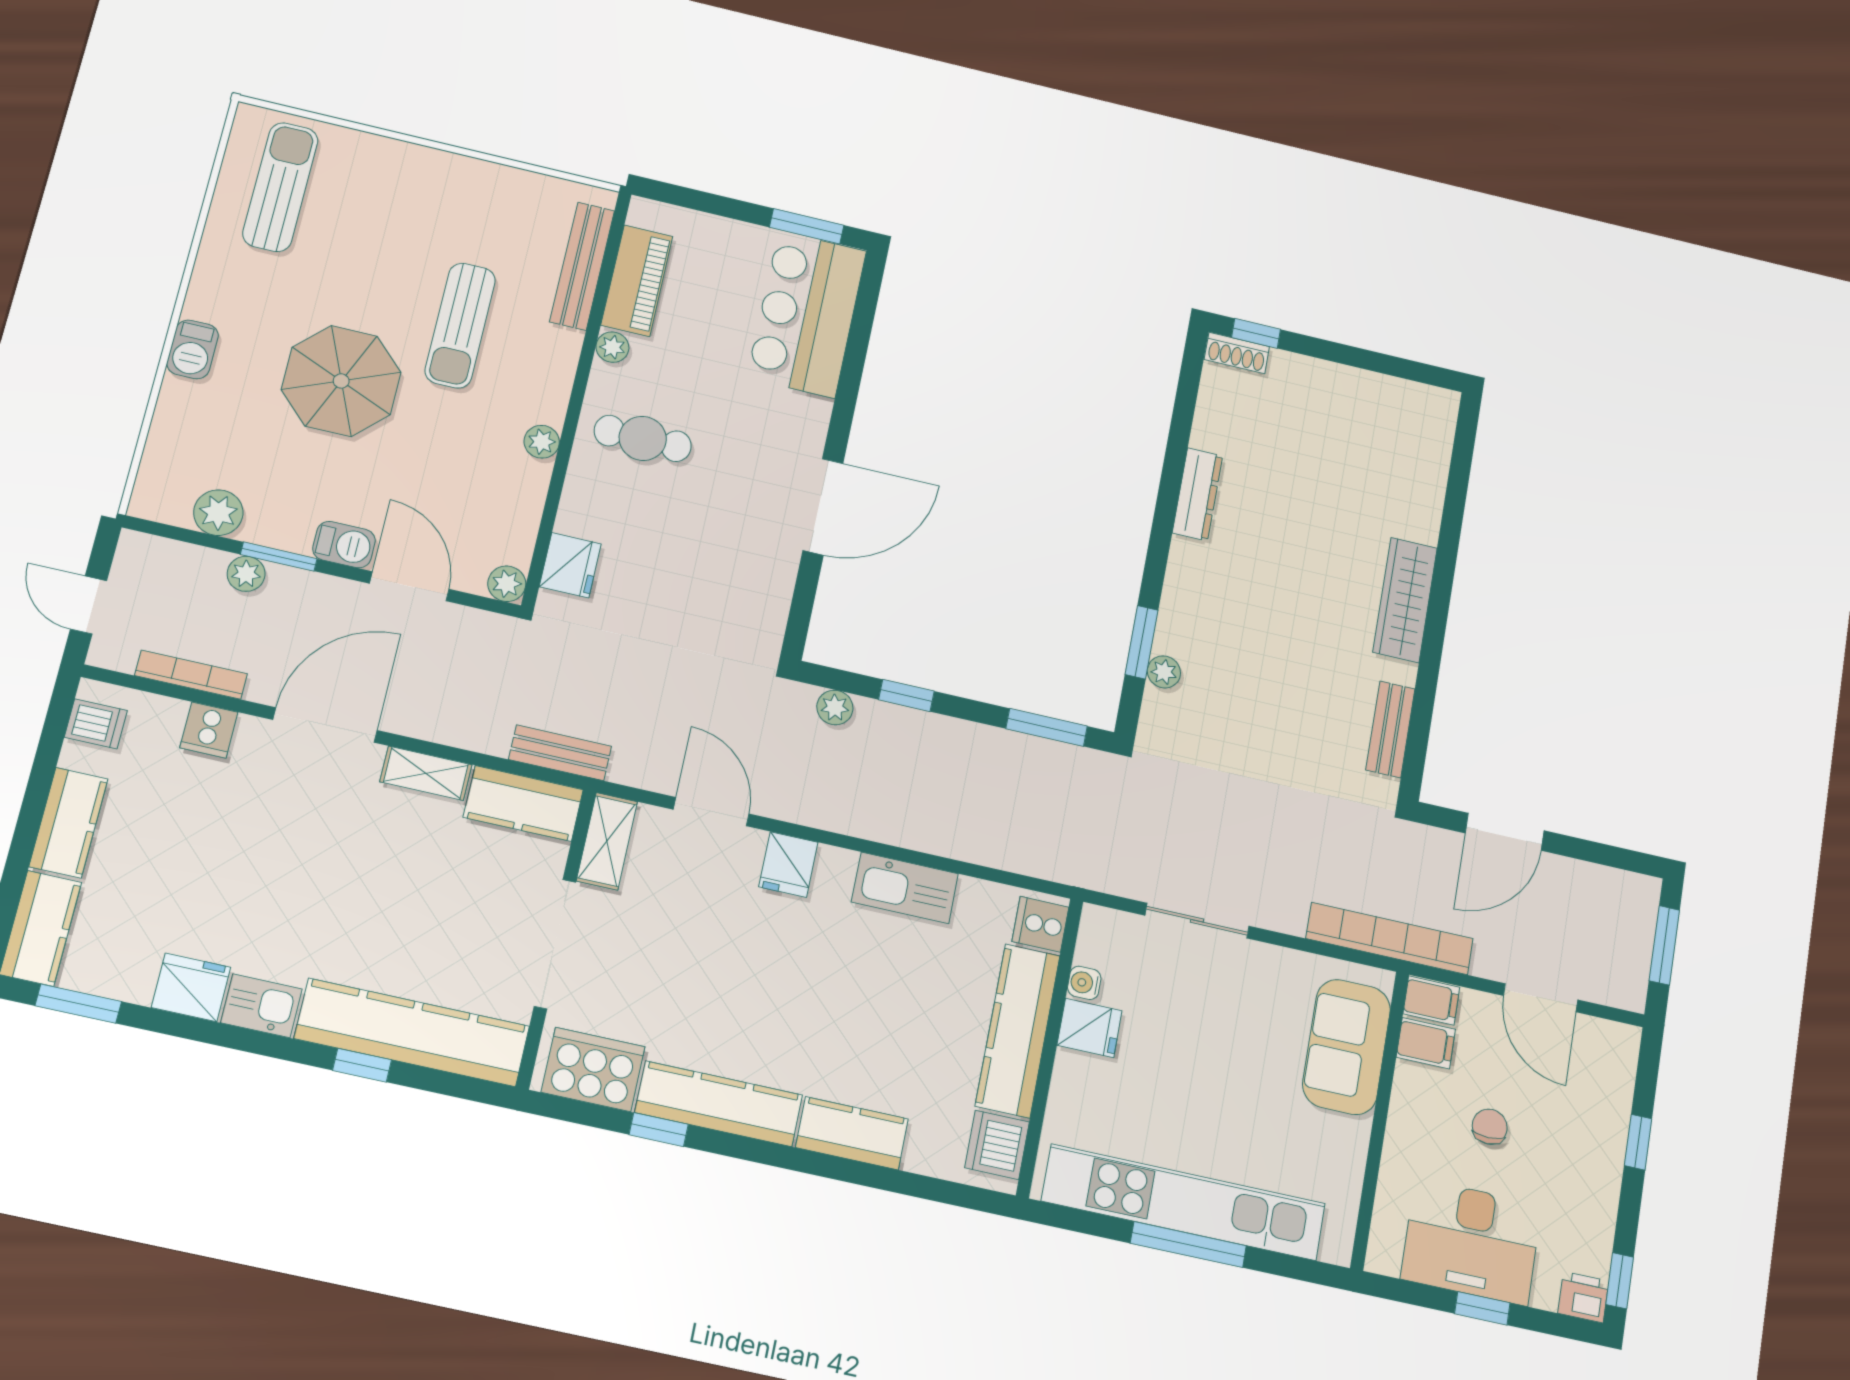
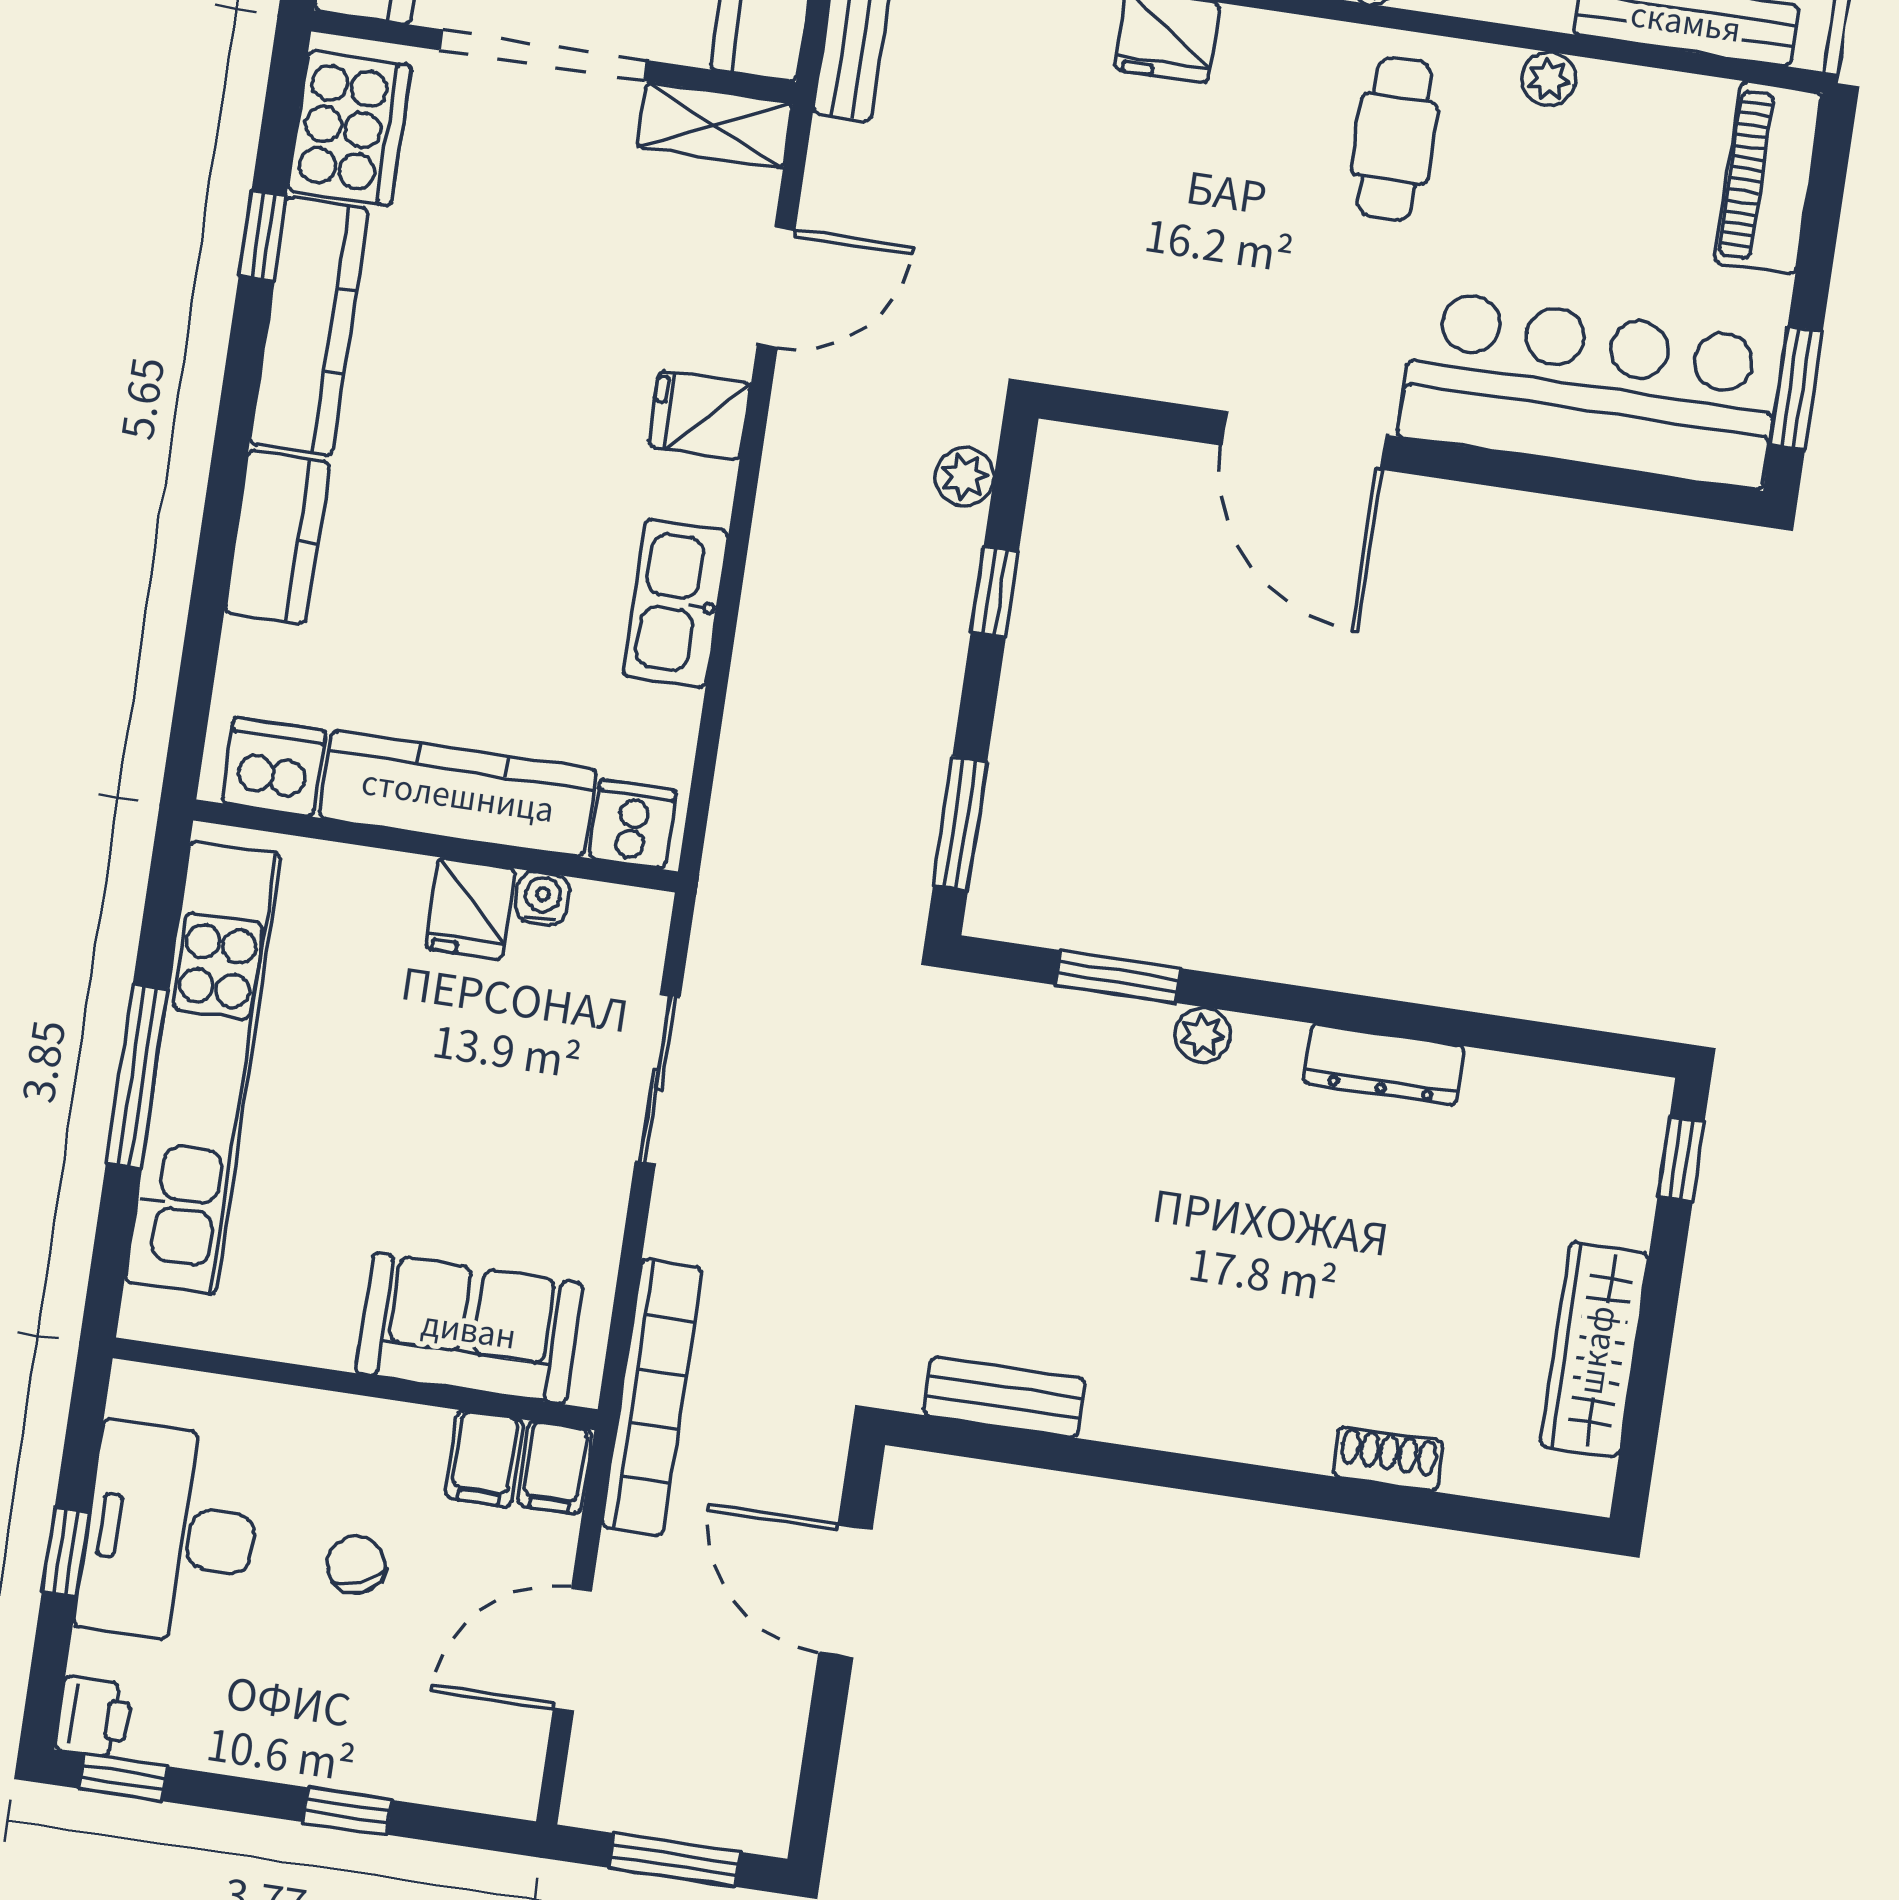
piano: (637, 281) -> (1768, 178), moved, turned 90
bar counter: (807, 314) -> (1590, 389), width x1.36
shoe rack: (1237, 353) -> (1388, 1459), moved, turned 90
wardrobe: (1405, 600) -> (1594, 1350), moved, turned -90
plant: (1164, 672) -> (1203, 1035), moved
chair: (1490, 1127) -> (356, 1565), turned -113

